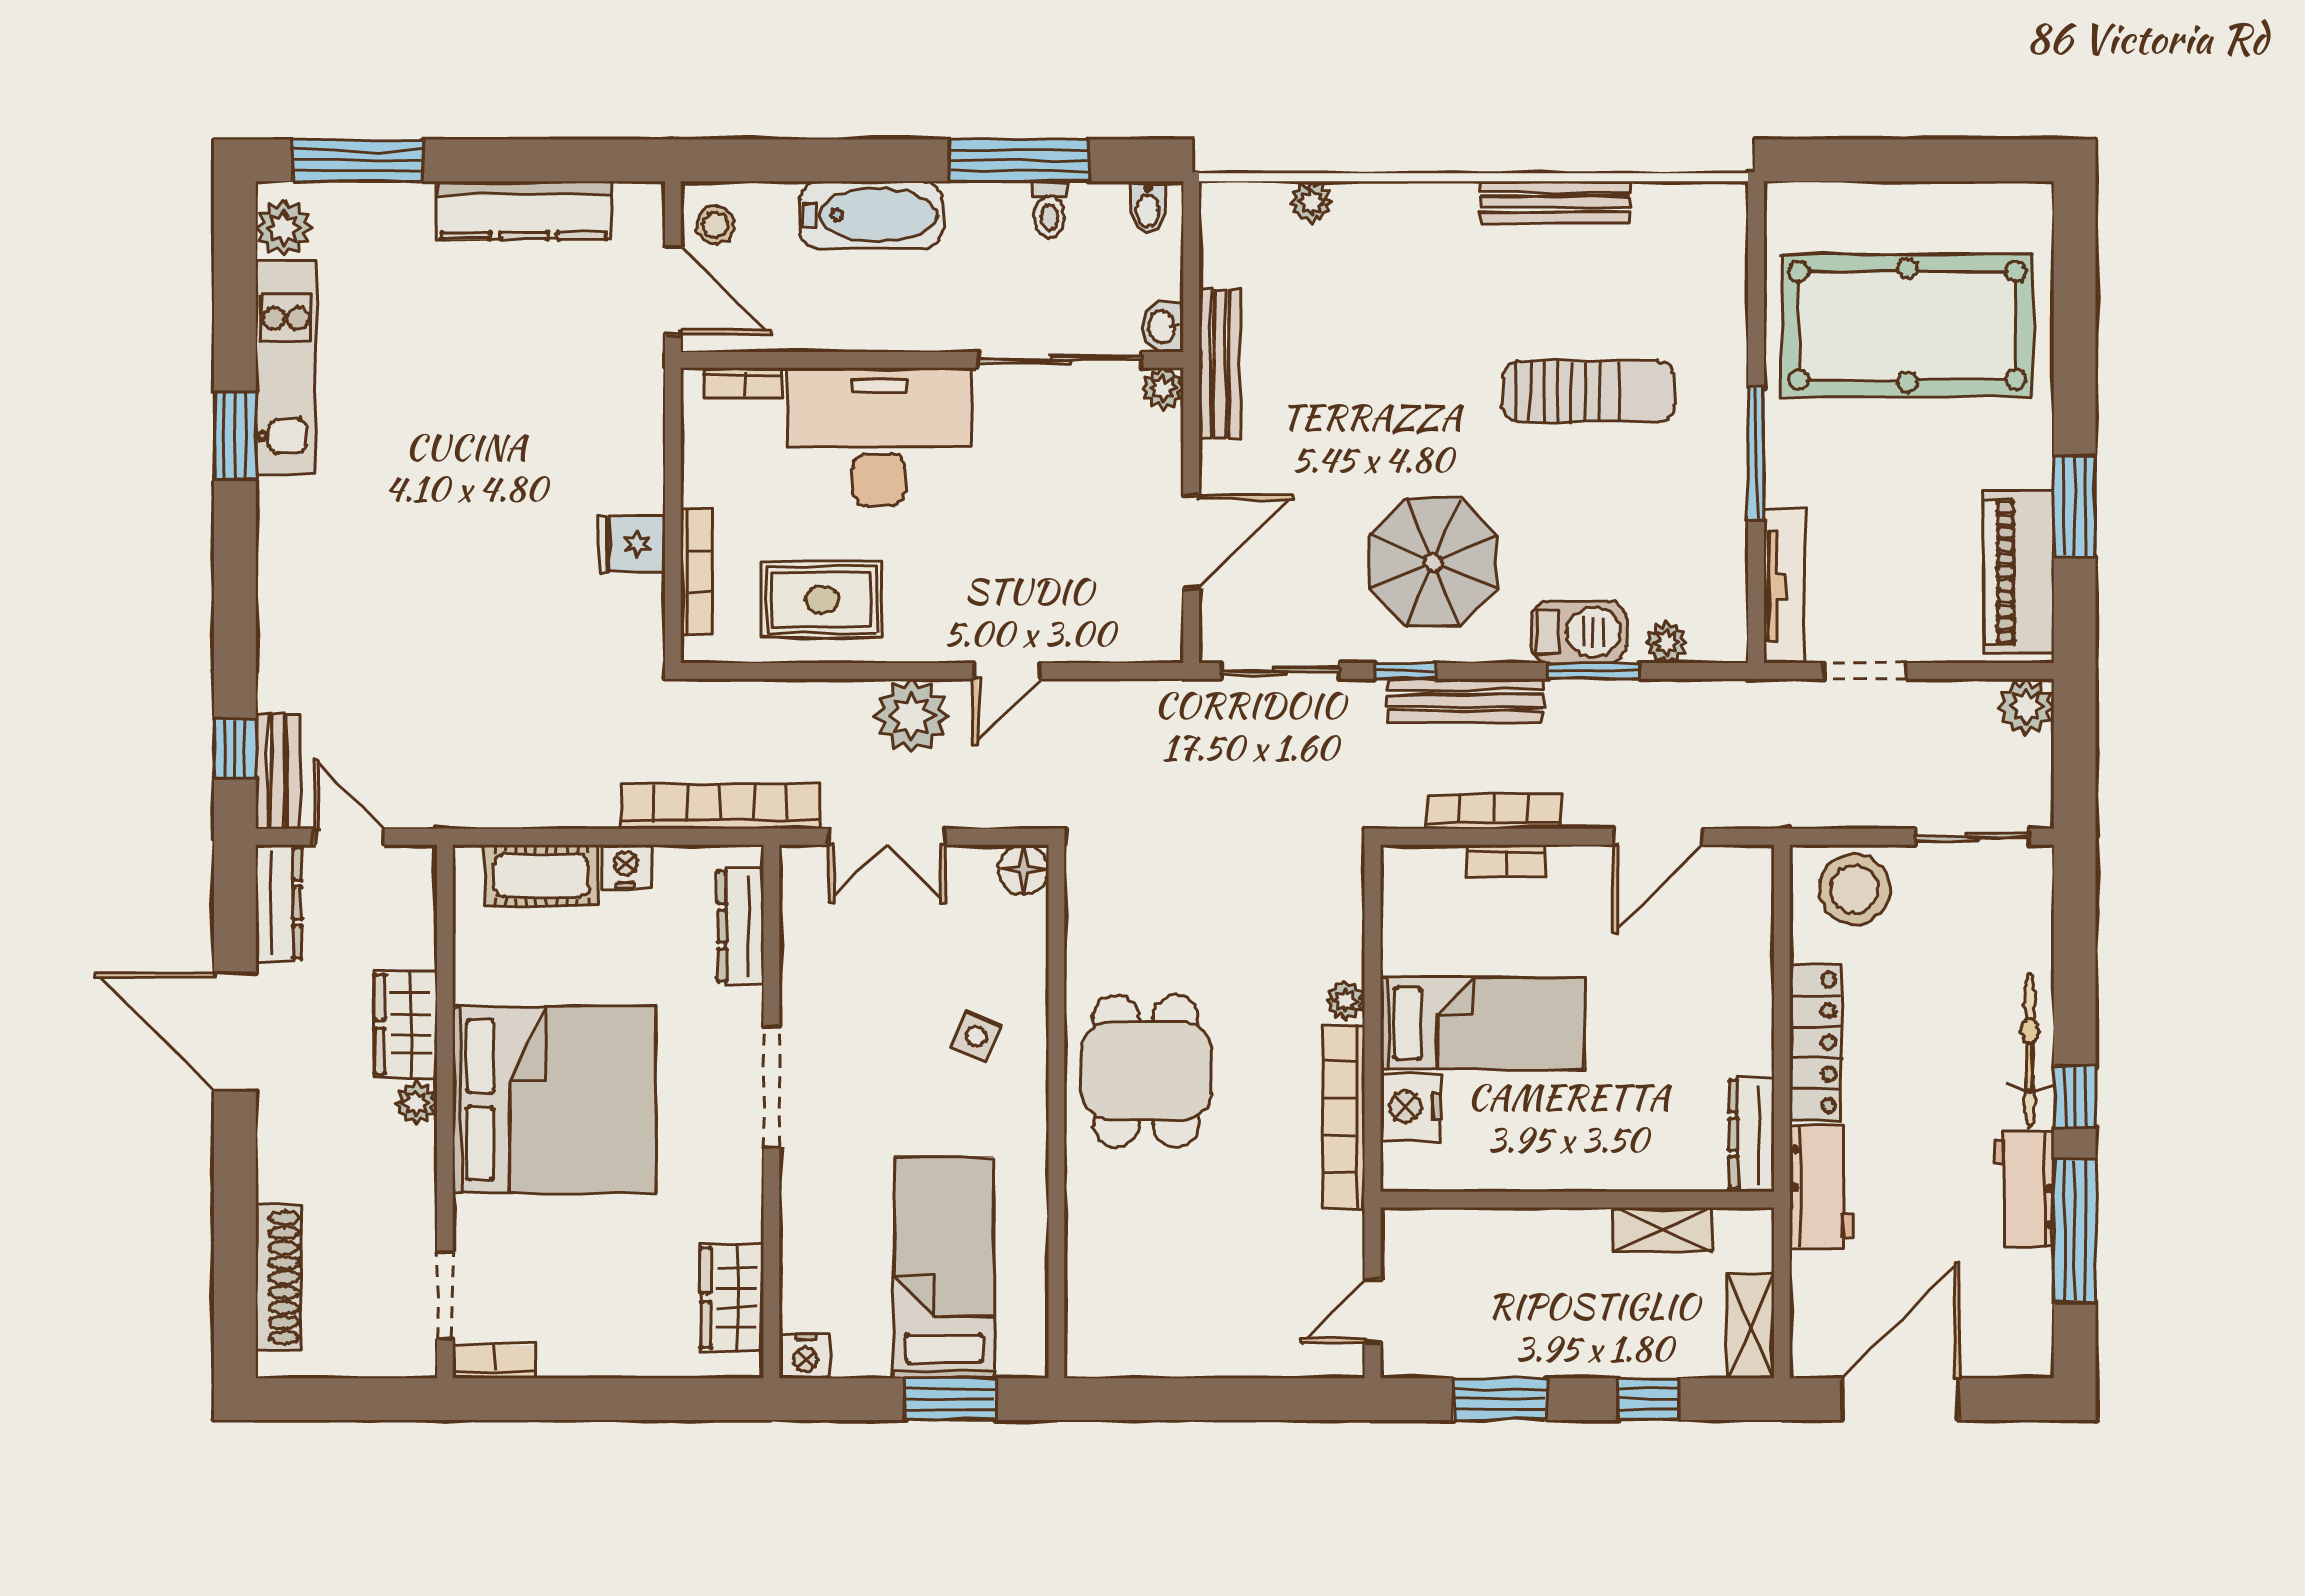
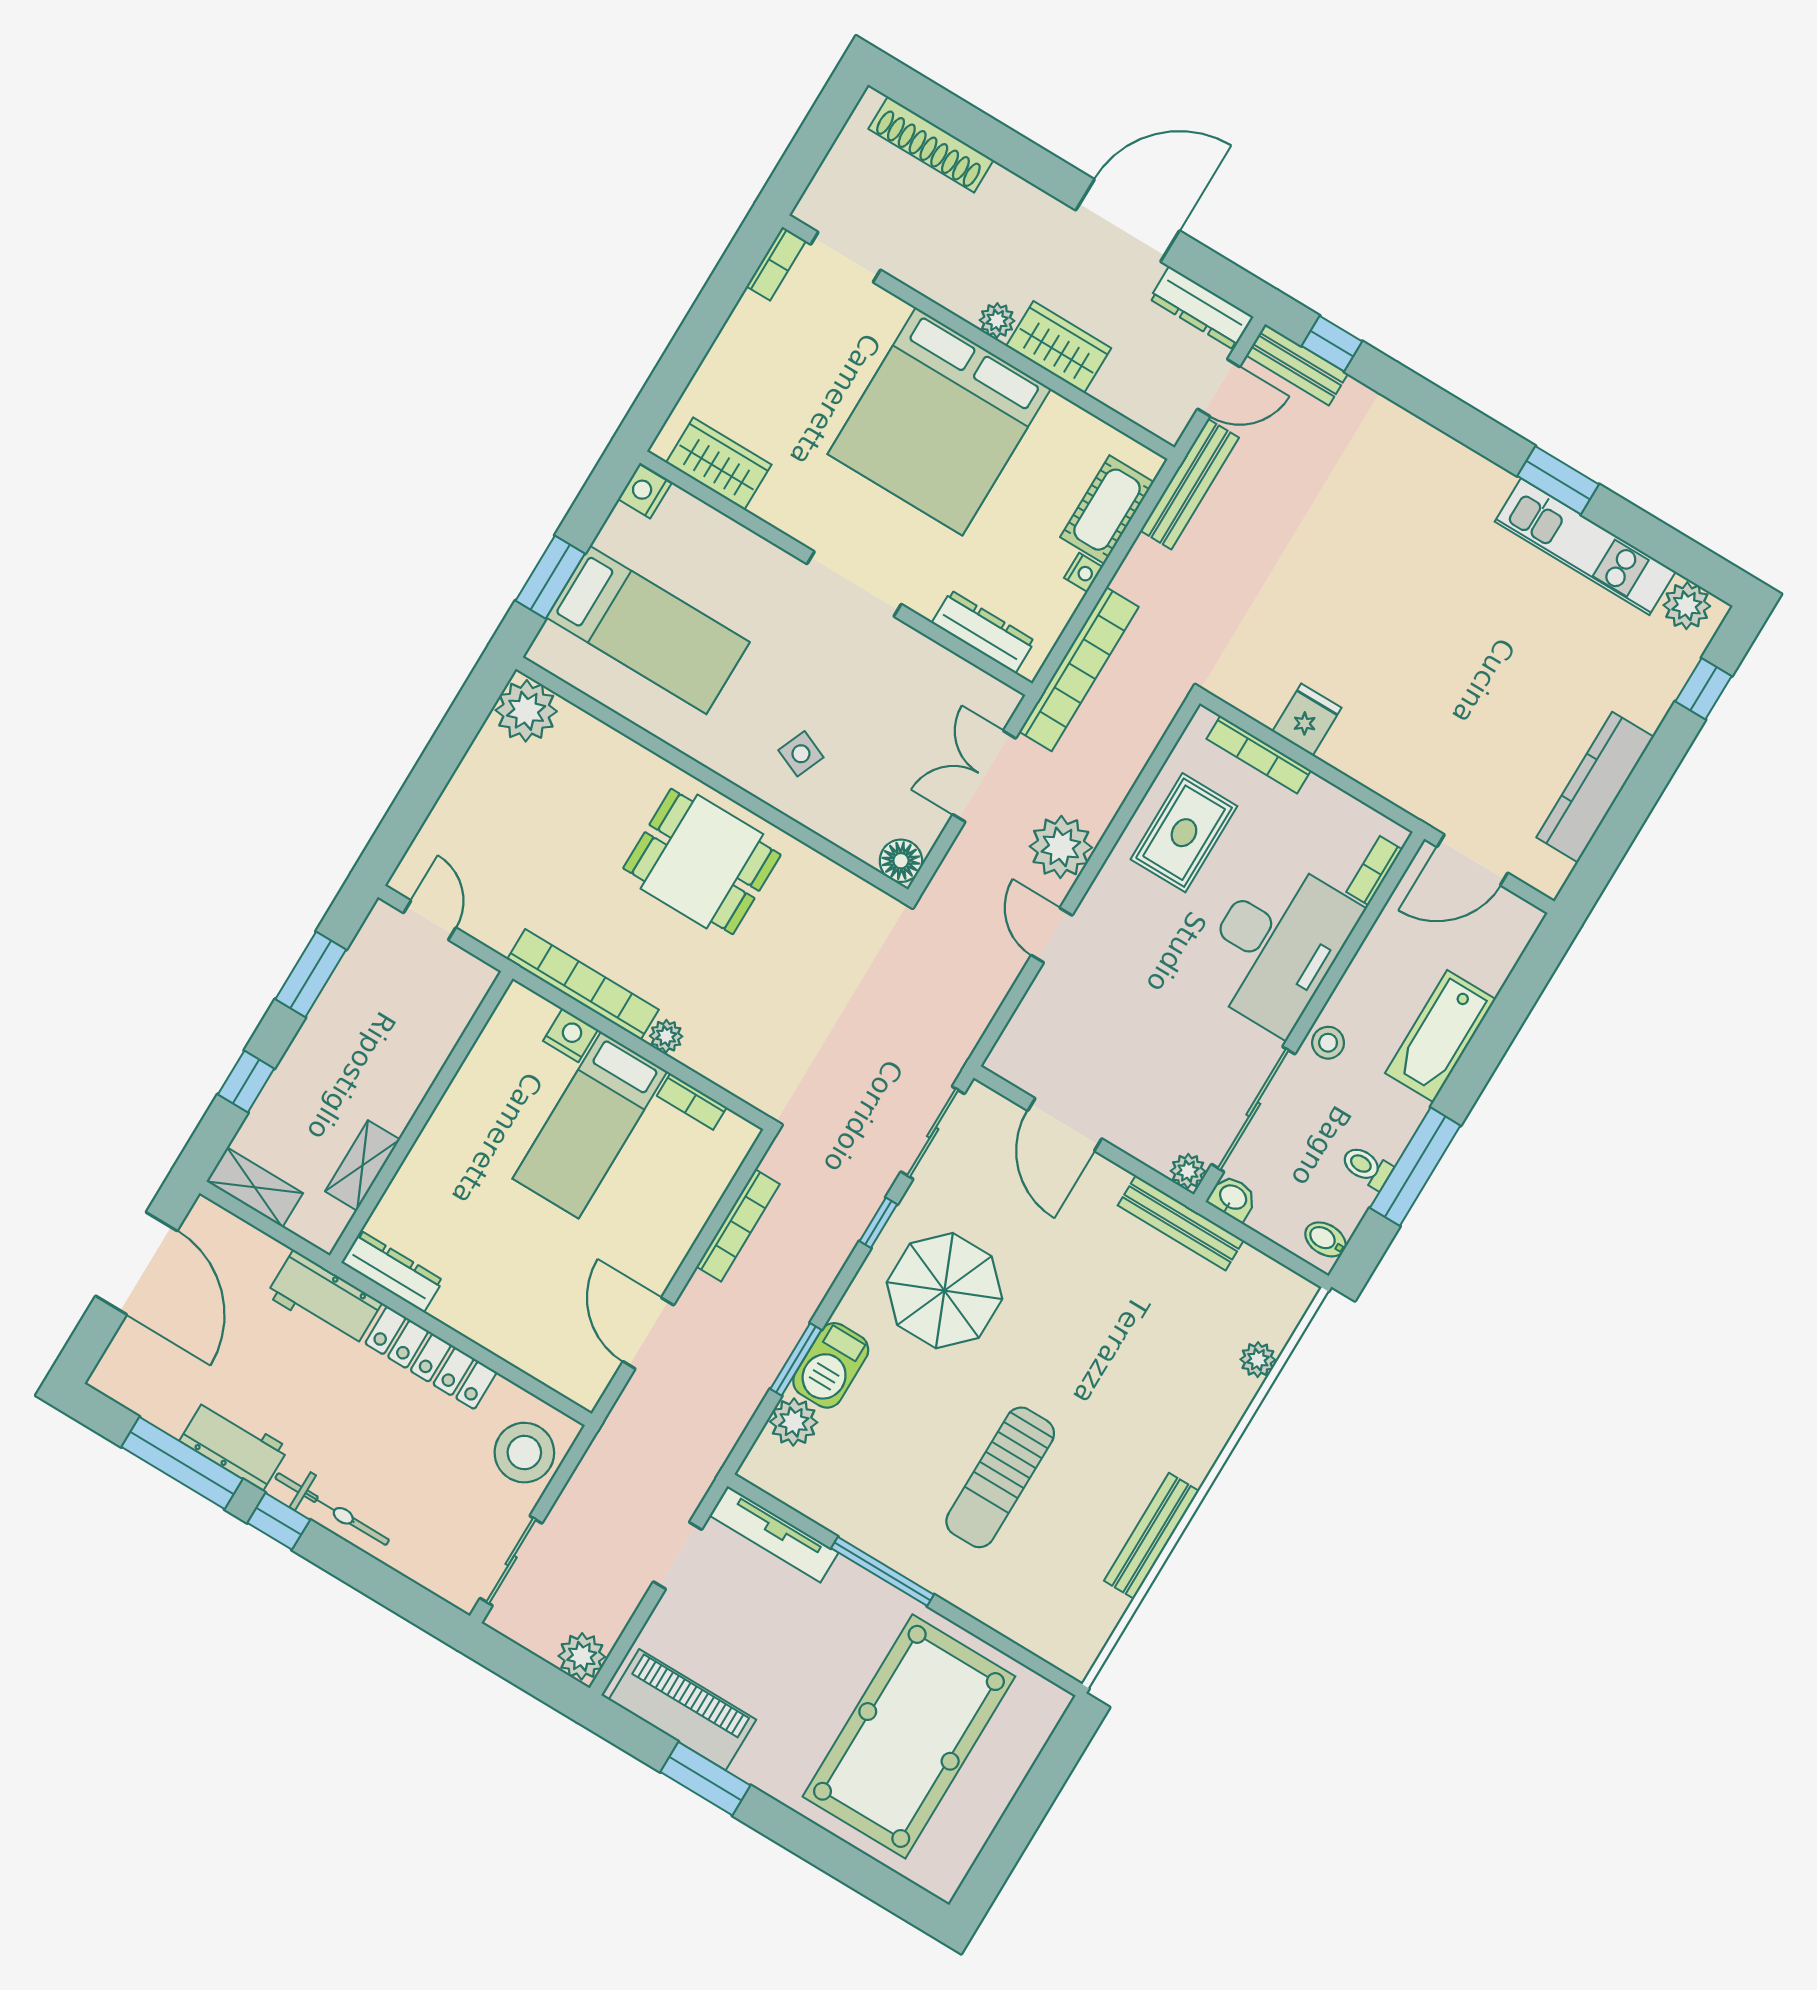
window: (358, 160) -> (1704, 689), width x0.46
stool: (715, 225) -> (1328, 1043), moved
plant: (1666, 643) -> (794, 1422), width x1.38, depth x1.38
bench: (1466, 700) -> (1190, 484), moved
bookcase: (1506, 860) -> (692, 1102), moved, turned -90
nightstand: (626, 867) -> (1083, 572), width x0.72, depth x0.74
nightstand: (1410, 1107) -> (570, 1035), width x0.74, depth x0.75
plant: (1101, 1342) -> (526, 711), added

